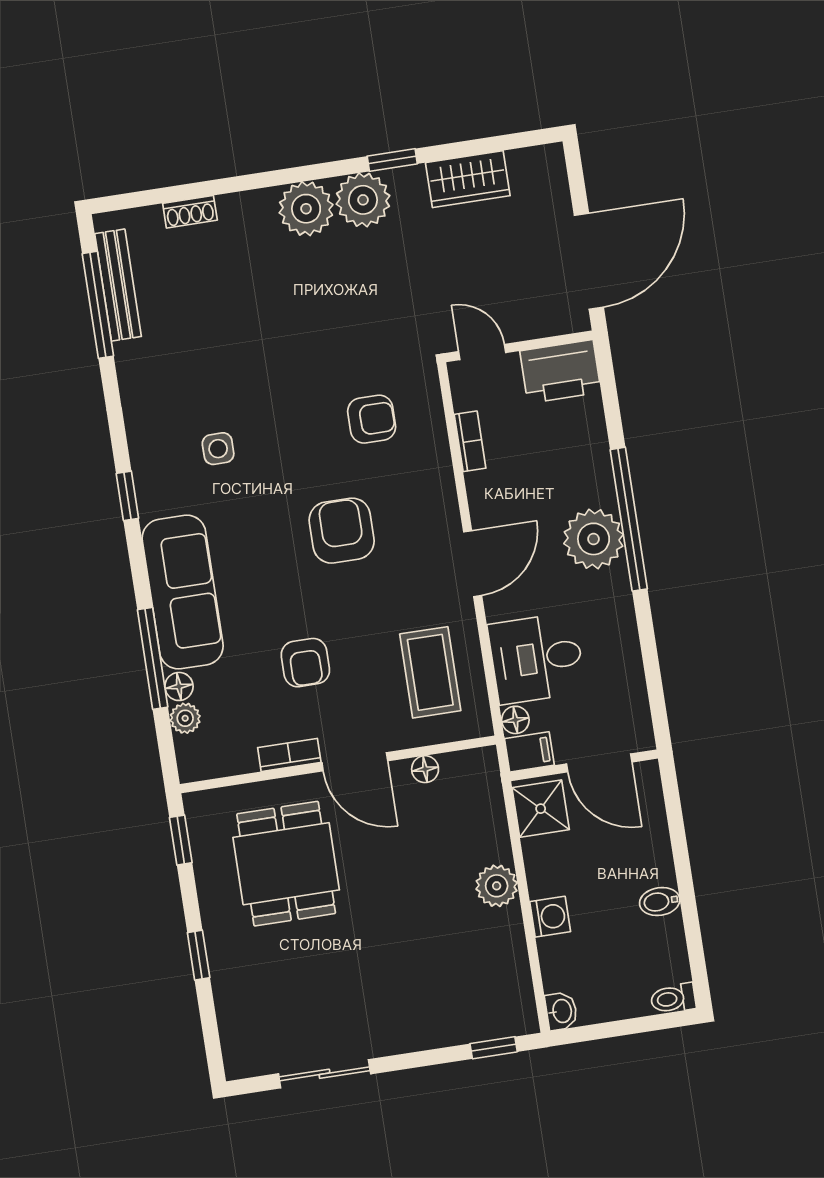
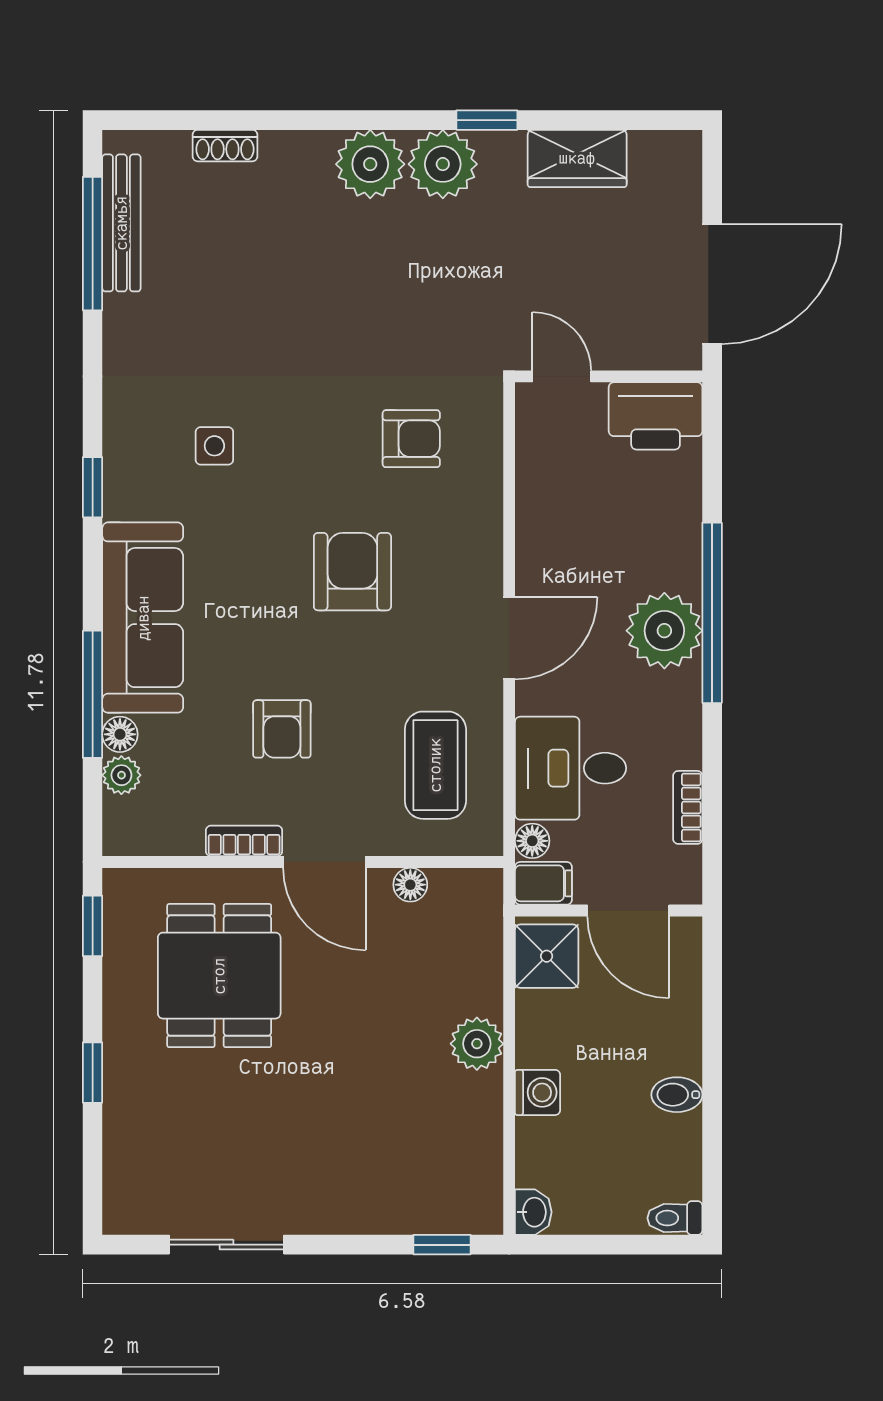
bookcase: (470, 441) -> (688, 807), moved, turned 180

